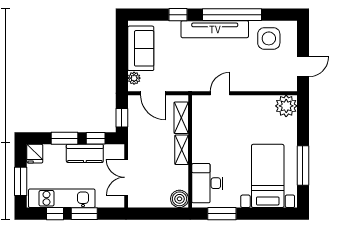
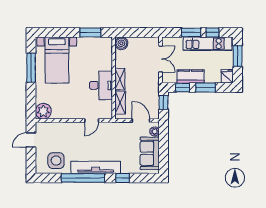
desk: (207, 183) -> (101, 85), moved

